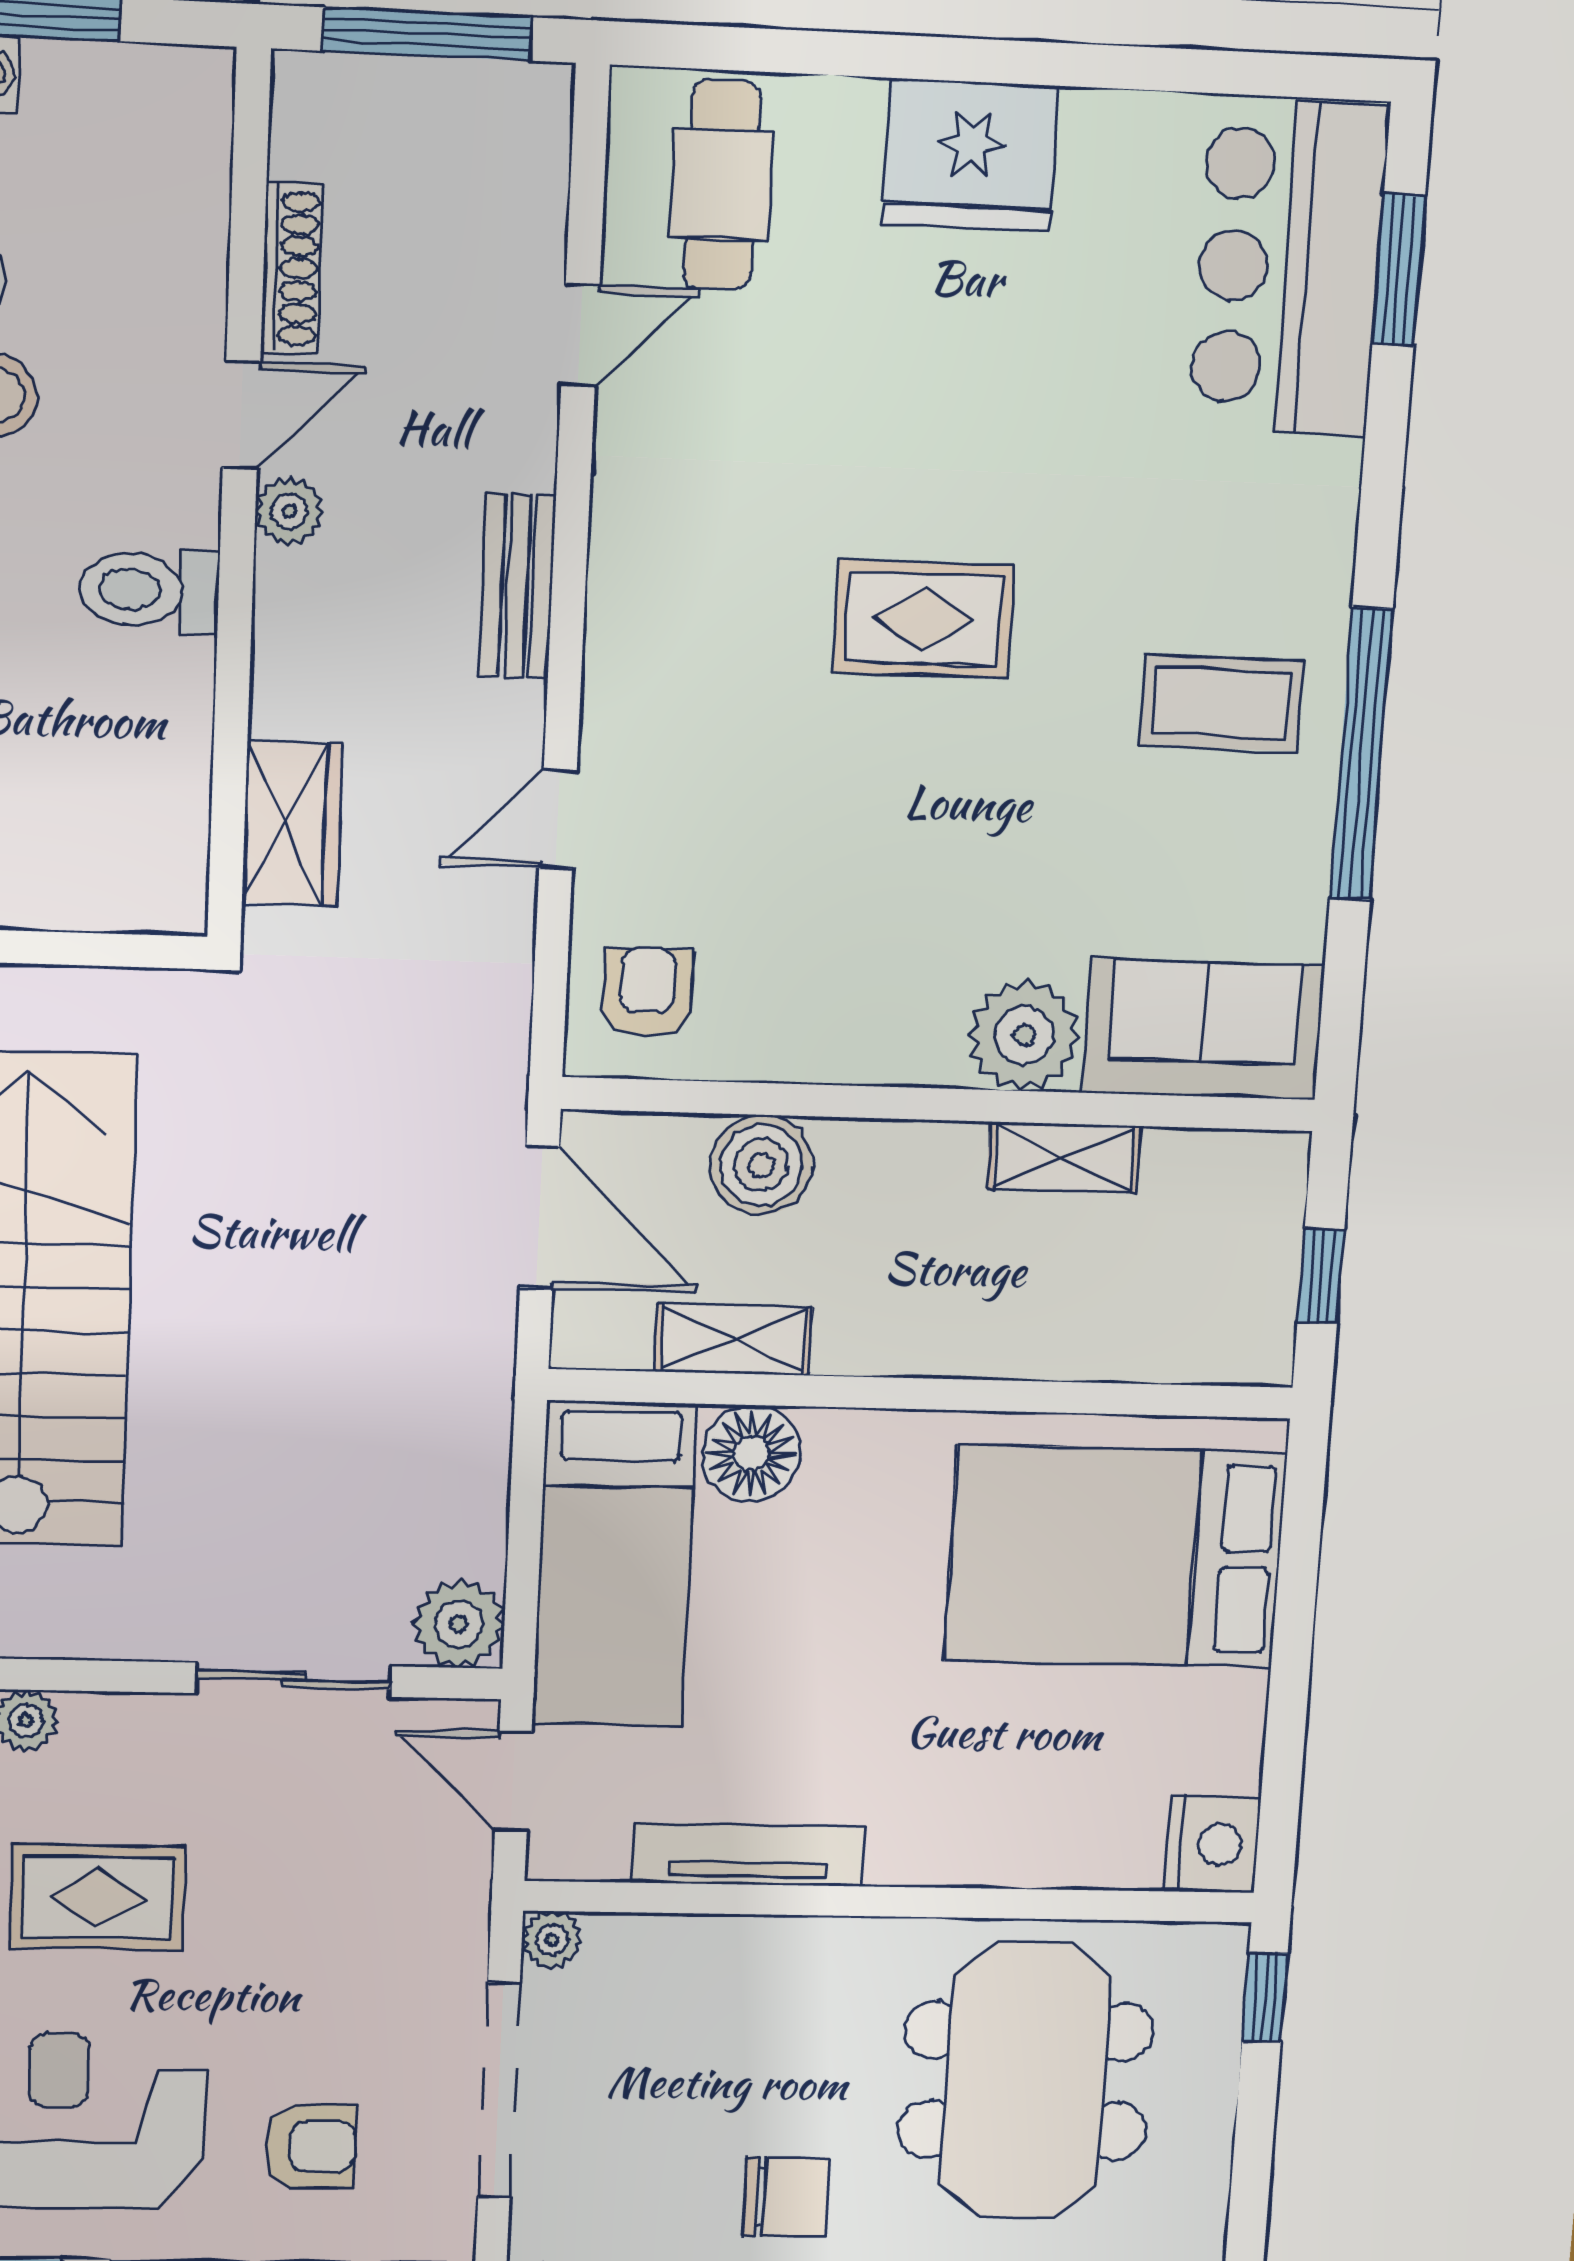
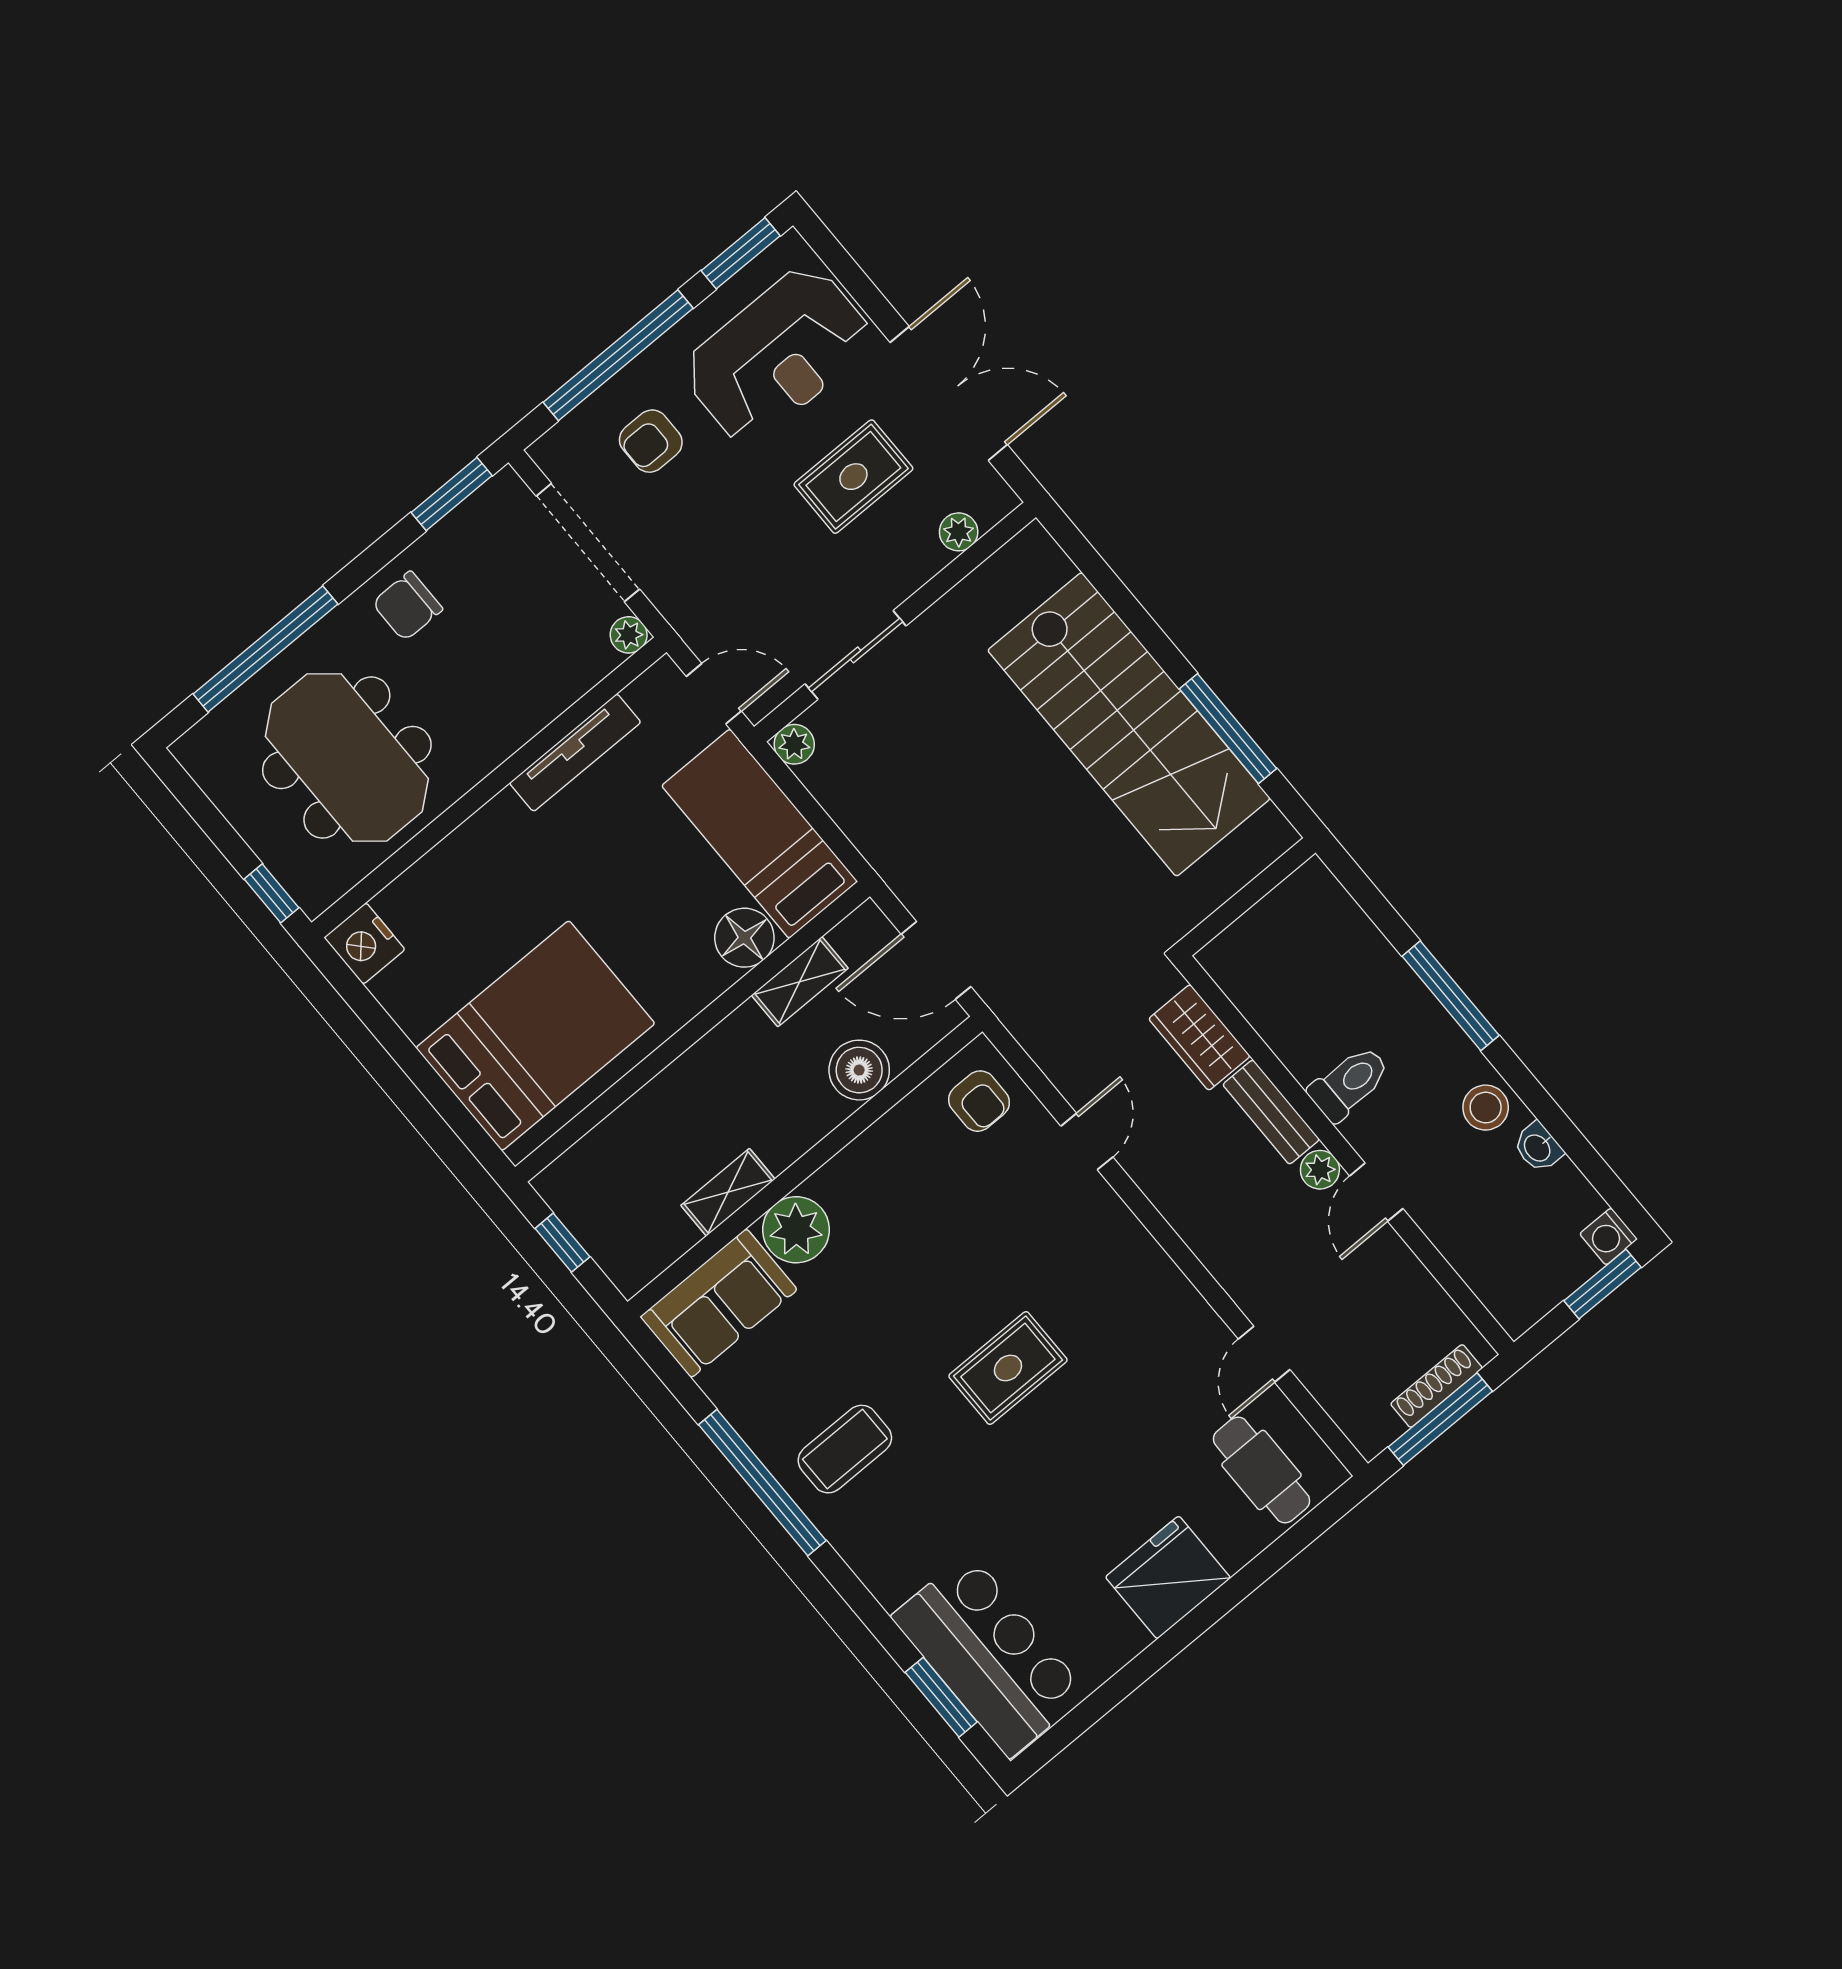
shoe rack: (292, 269) -> (1436, 1386), moved, turned 90
bench: (517, 586) -> (1271, 1112), moved
plant: (459, 1624) -> (794, 744), width x0.73, depth x0.73

